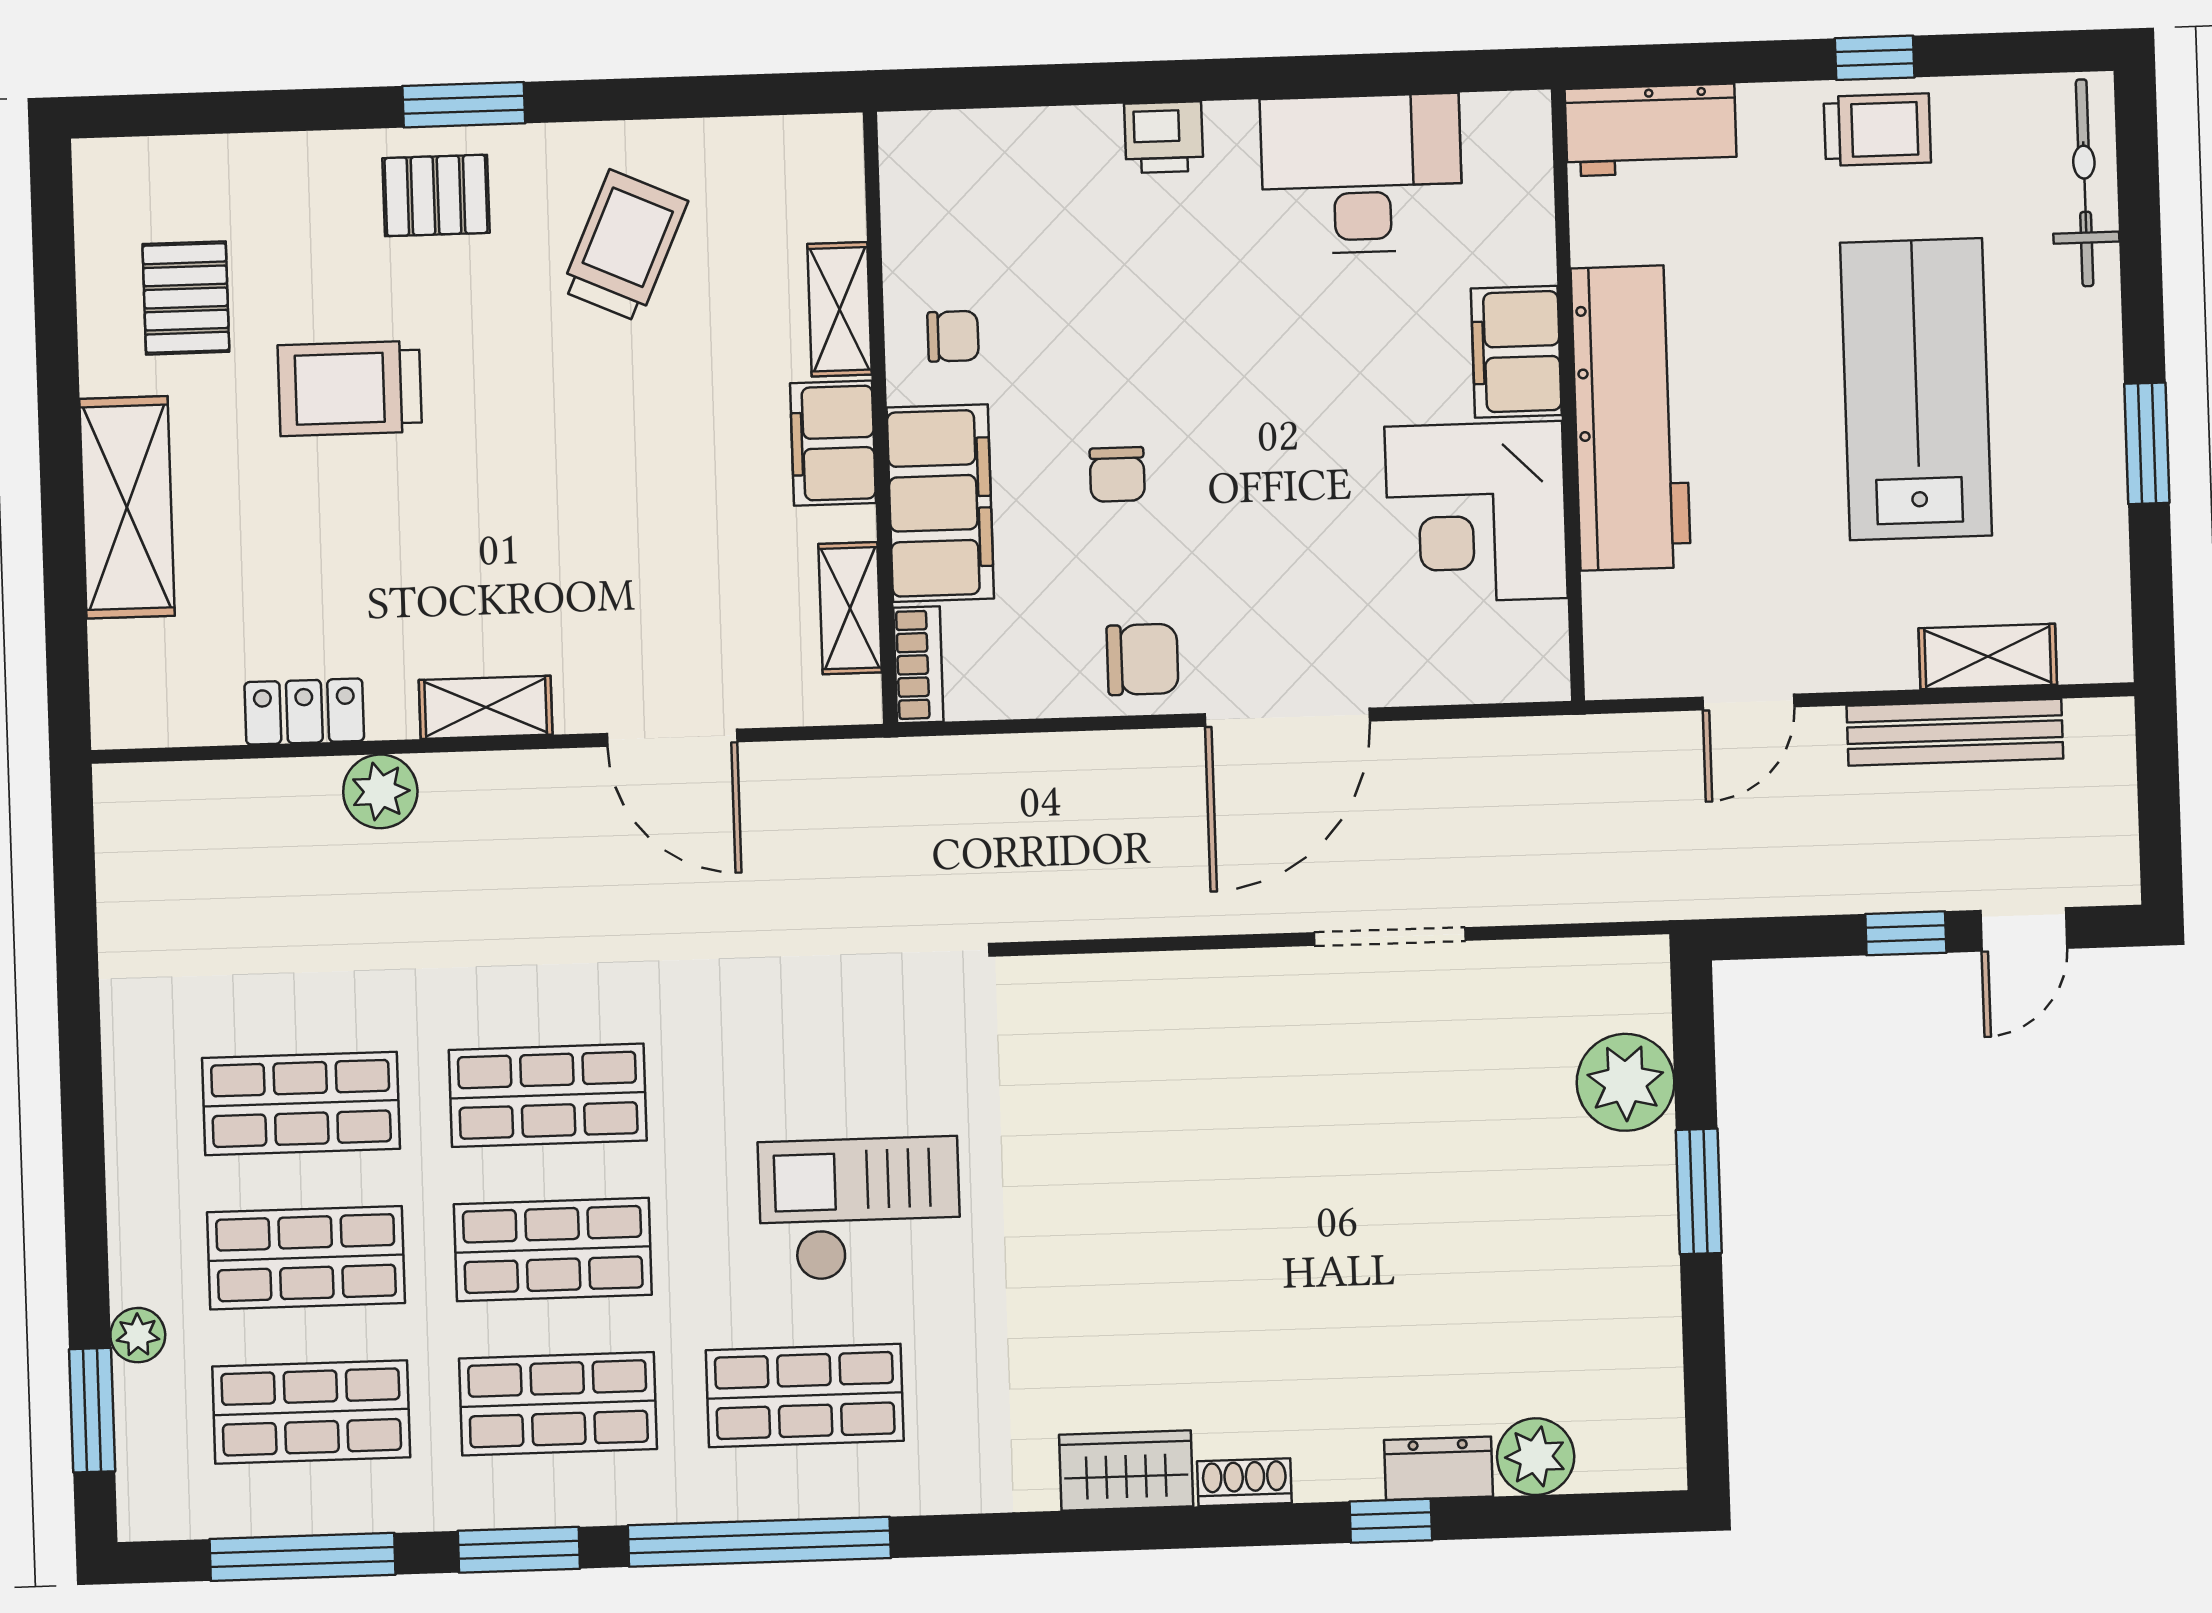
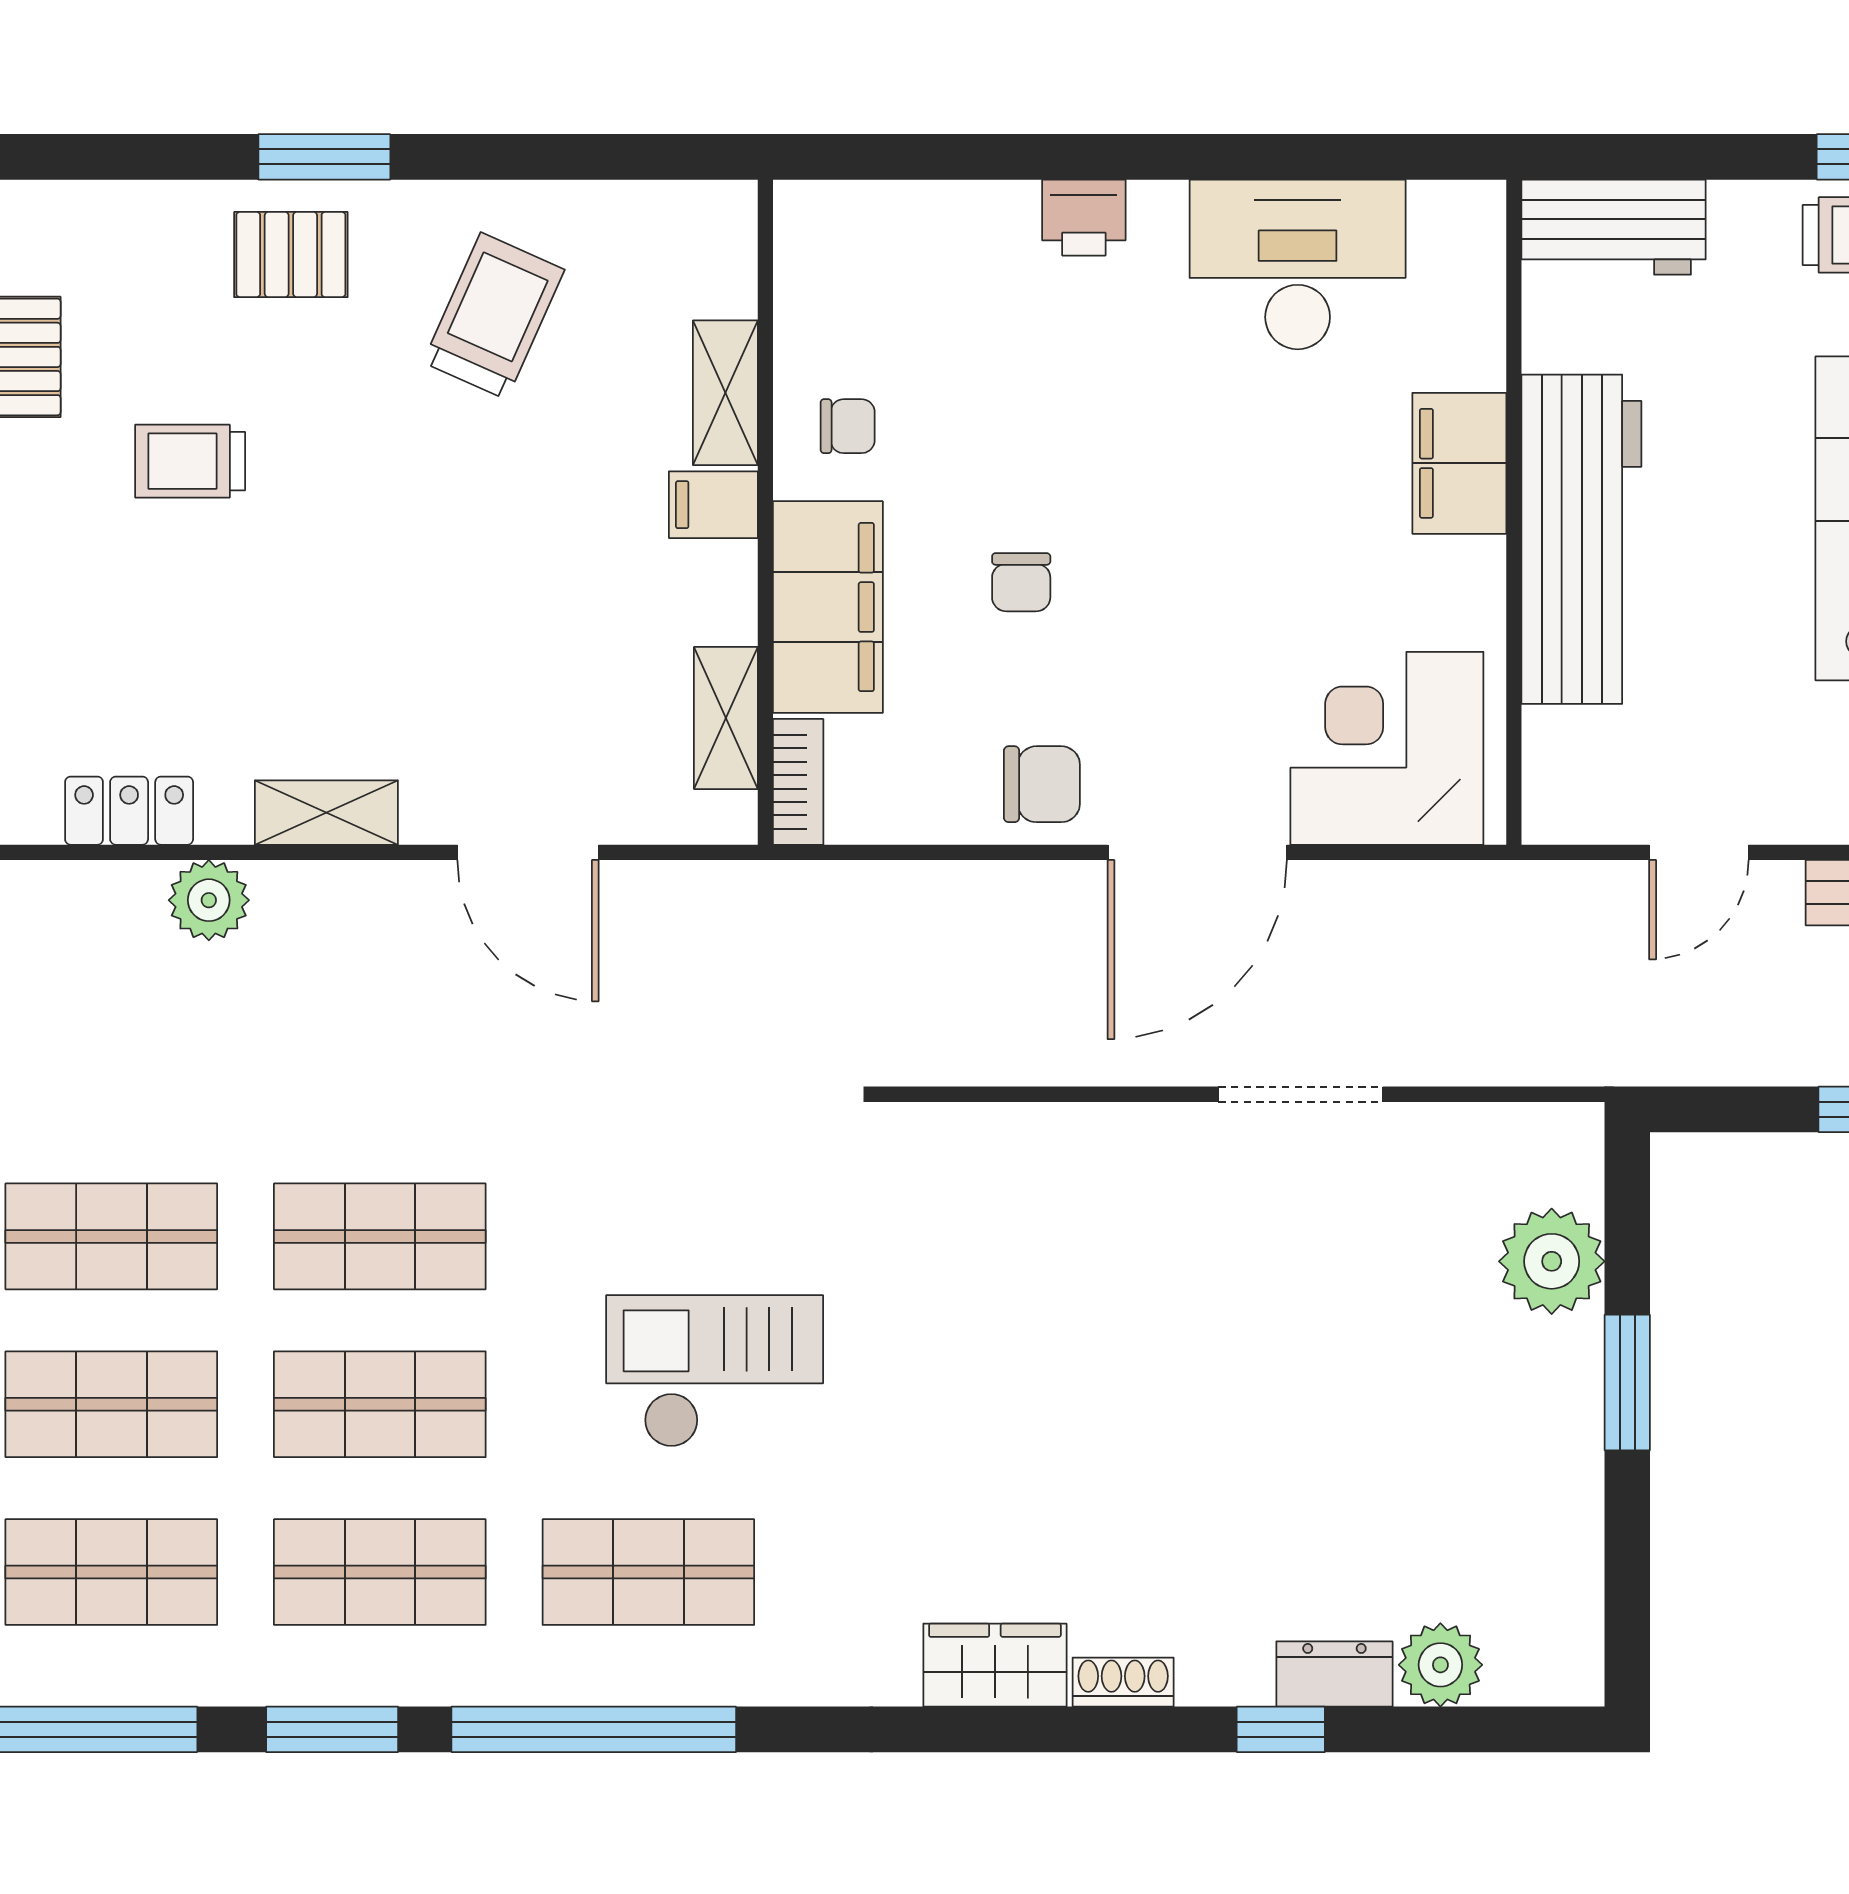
trolley: (350, 388) -> (190, 461), width x0.73, depth x0.72
filing cabinet: (833, 443) -> (713, 505), width x0.50
corner desk: (1476, 512) -> (1387, 748), moved, turned 90

